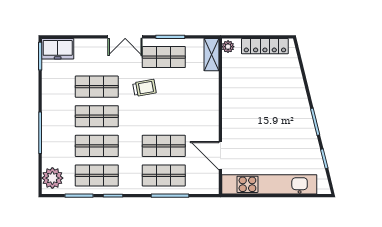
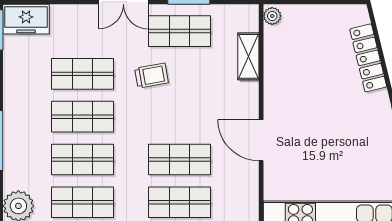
locker: (265, 46) -> (368, 58), moved, turned 76
shelving: (211, 55) -> (248, 56), moved
door: (220, 156) -> (261, 140), moved

